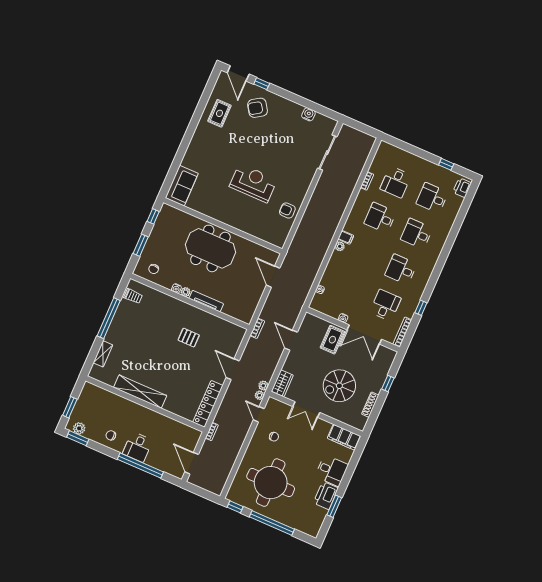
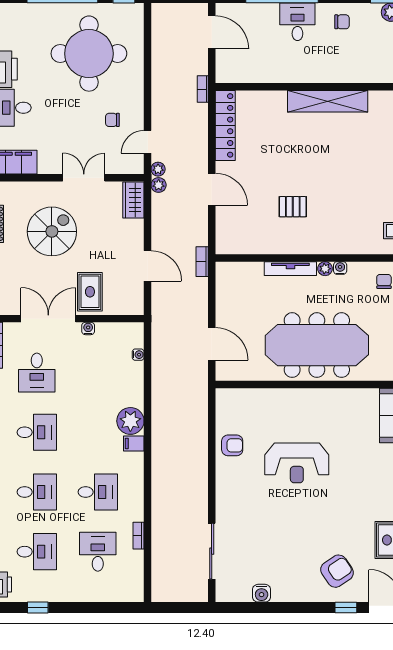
plant: (340, 246) -> (130, 421), width x1.88, depth x1.88
meeting table: (210, 248) -> (317, 345), width x1.36
door: (259, 414) -> (148, 142), swing flipped

